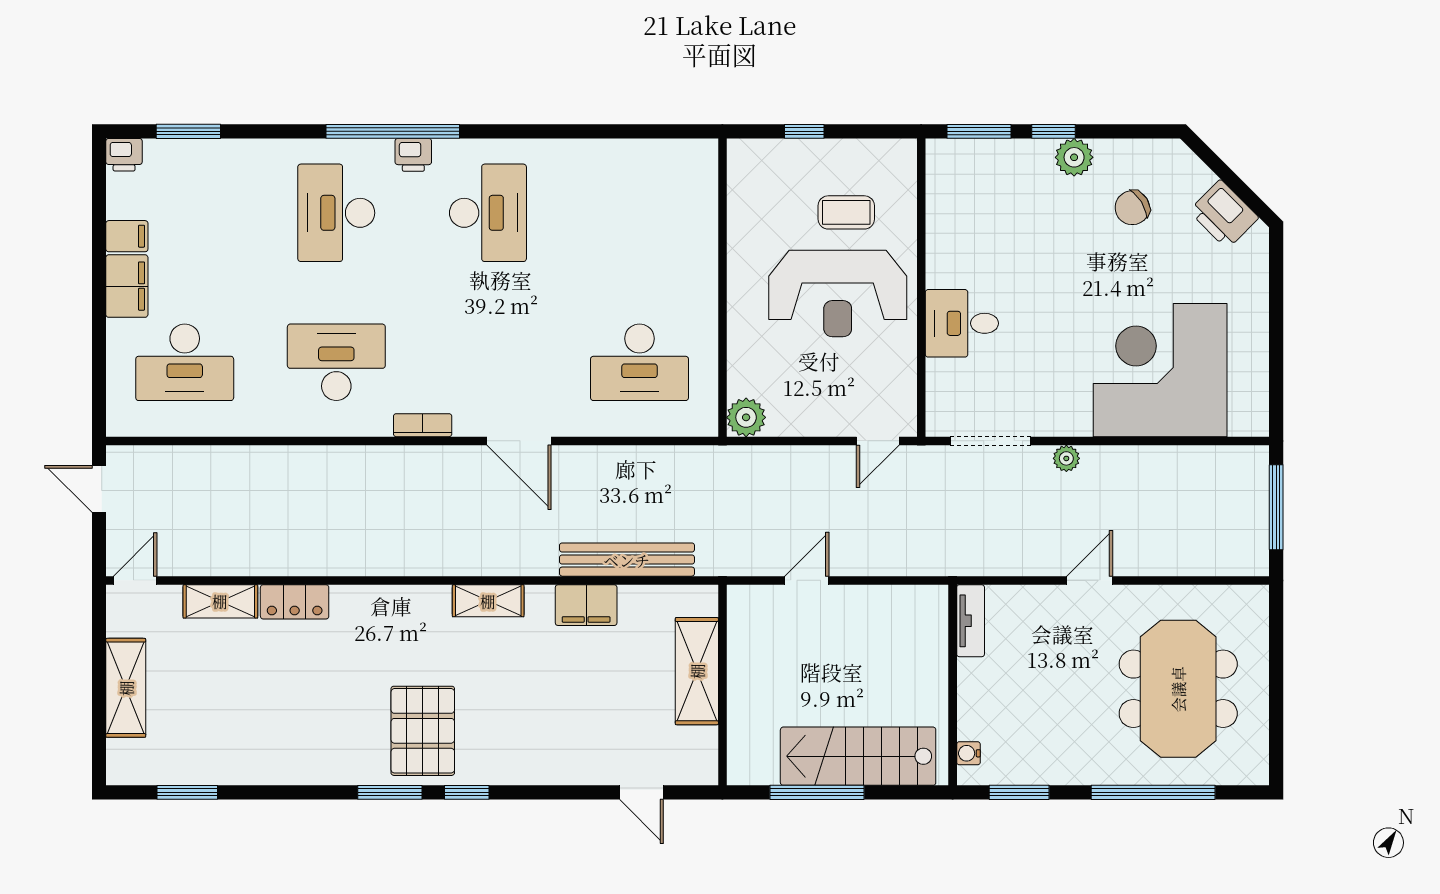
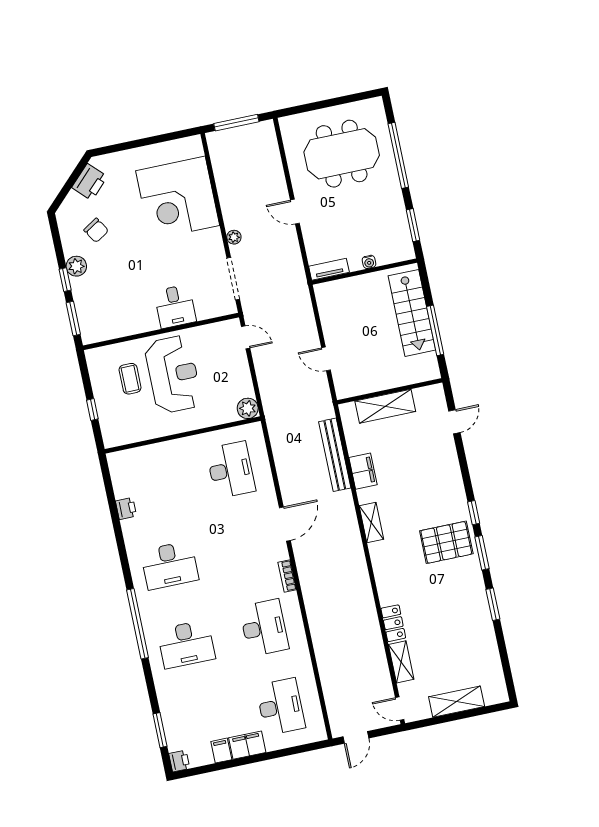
printer: (413, 155) -> (126, 509), moved
desk: (488, 213) -> (170, 565), turned 180
desk: (336, 362) -> (264, 628), turned 180
water cooler: (968, 753) -> (369, 262), moved
window: (187, 792) -> (493, 604), moved

